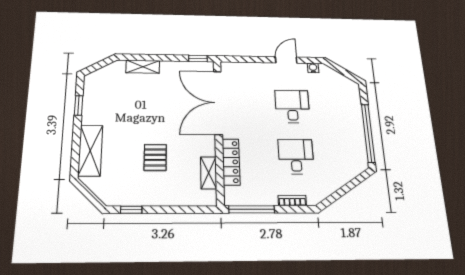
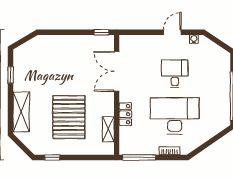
shelving: (143, 67) -> (58, 41), removed
double door: (218, 103) -> (117, 71), width x0.73
pallet: (155, 157) -> (69, 117), width x2.05, depth x2.00
desk: (296, 157) -> (175, 116), width x1.87, depth x1.30
locker: (231, 162) -> (125, 114), width x0.66

